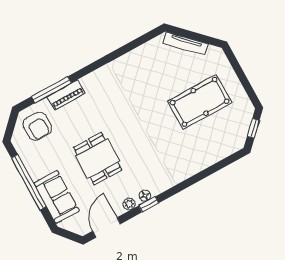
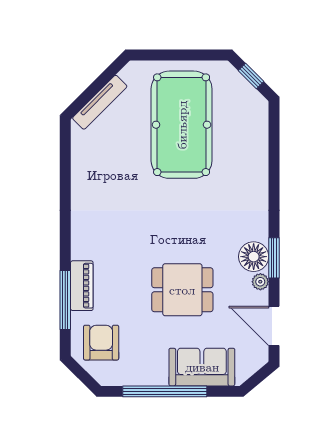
pool table: (200, 102) -> (182, 125), width x1.36, depth x1.32
armchair: (37, 126) -> (101, 343), turned -90
floor lamp: (145, 196) -> (254, 257), width x1.89, depth x1.89
window: (149, 204) -> (274, 258), width x1.50

